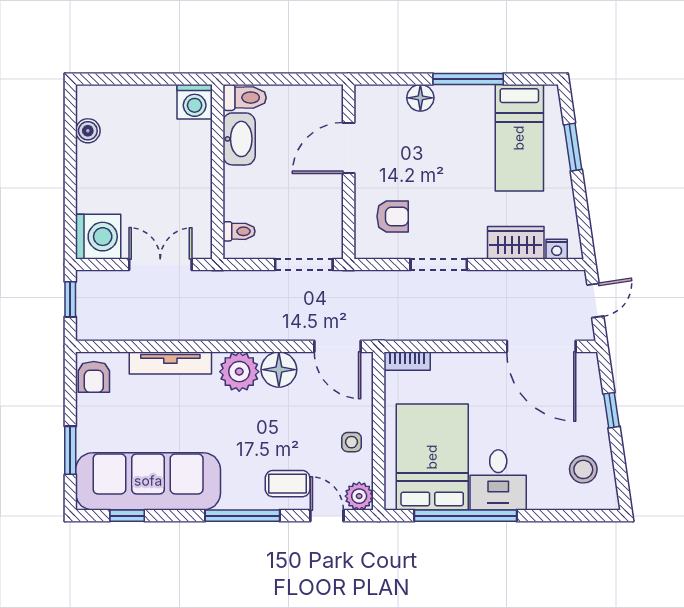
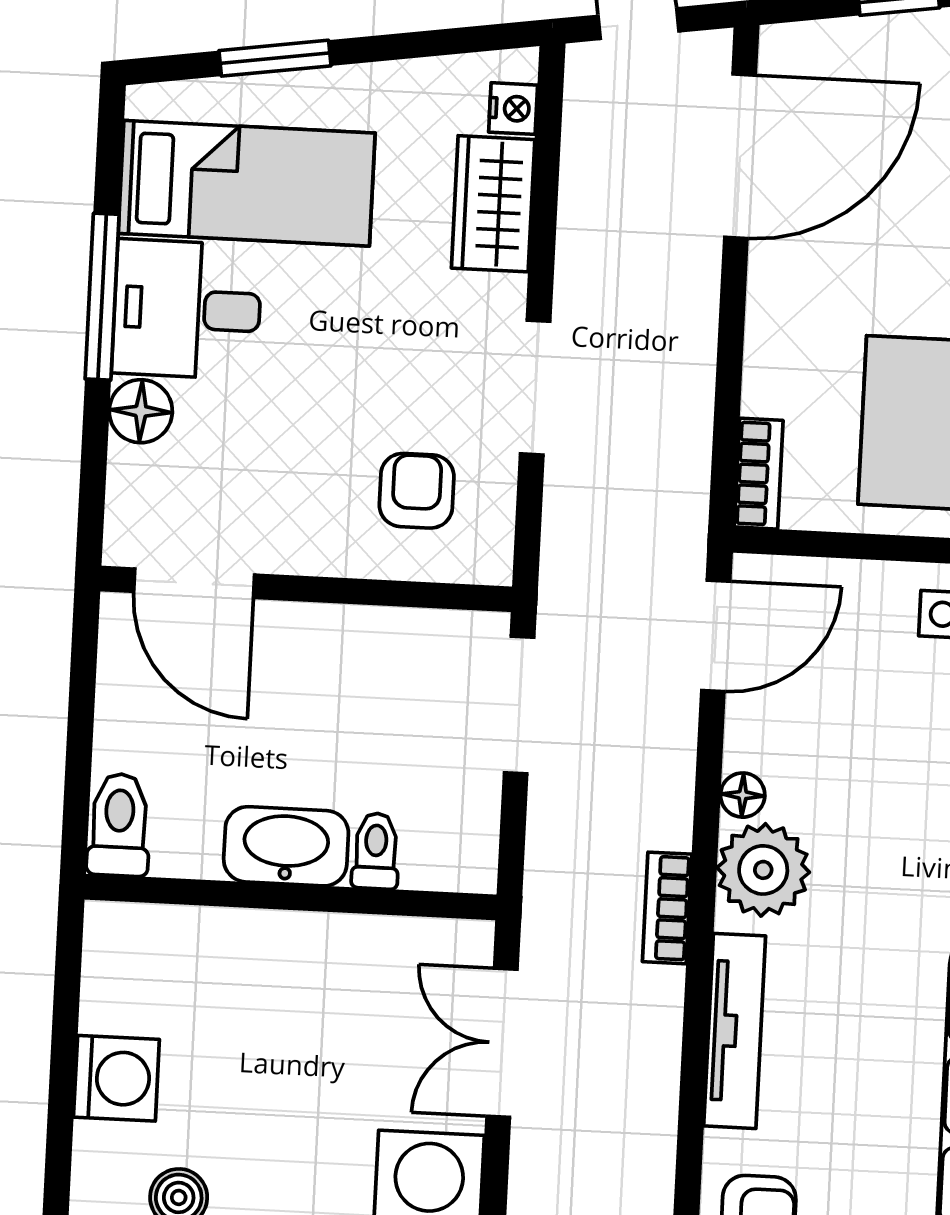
washing machine: (195, 102) -> (116, 1078), moved
desk: (465, 115) -> (187, 309), added
washbasin: (239, 139) -> (286, 846), moved
door: (349, 148) -> (194, 583), moved
toilet: (239, 231) -> (376, 851), moved
bookcase: (221, 332) -> (667, 908), added
floor lamp: (279, 370) -> (743, 795), width x0.53, depth x0.53

